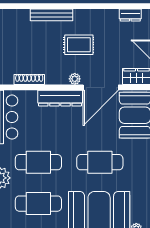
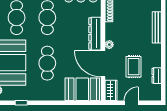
dresser: (130, 15) -> (157, 76), moved
rug: (79, 45) -> (134, 67), moved

